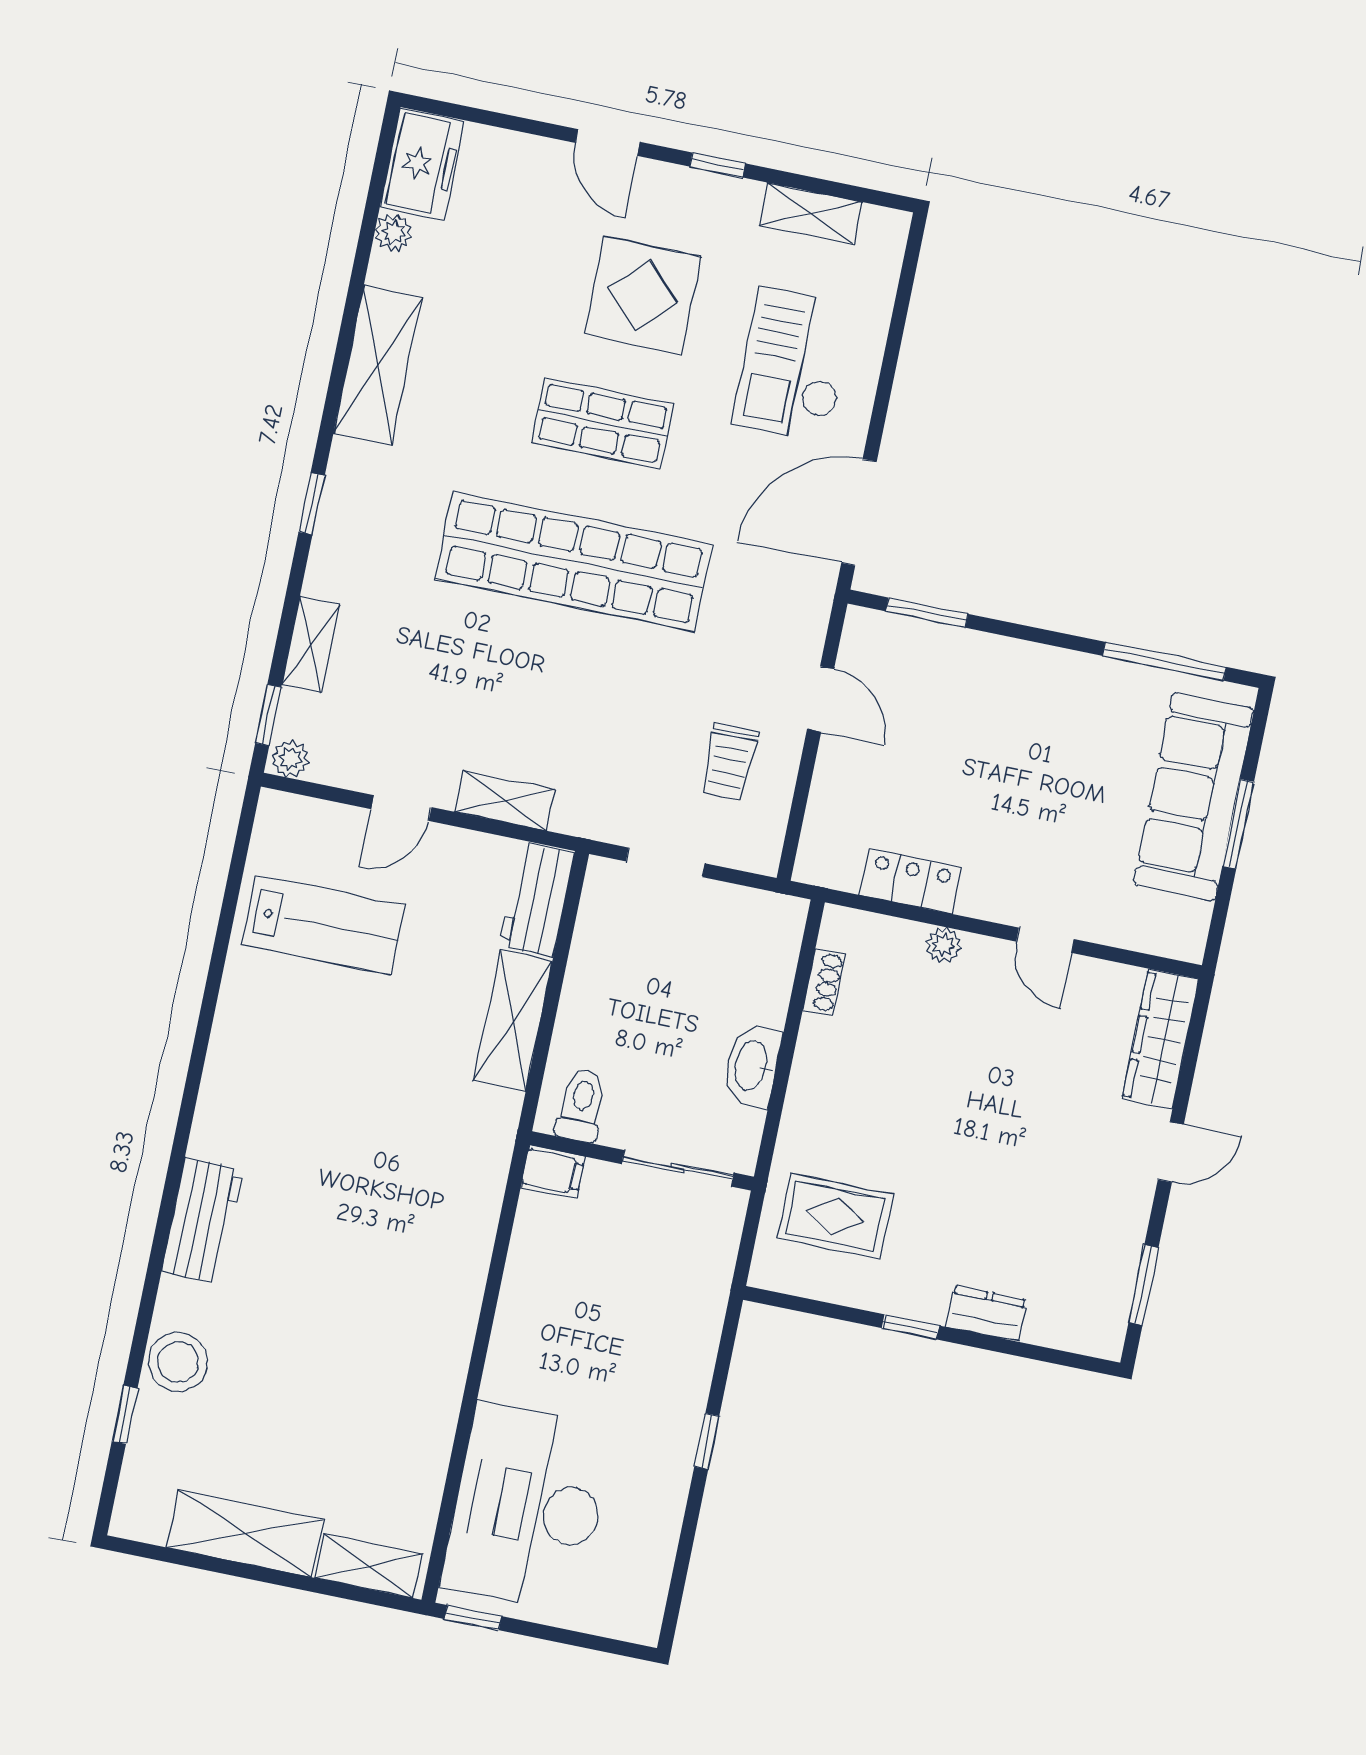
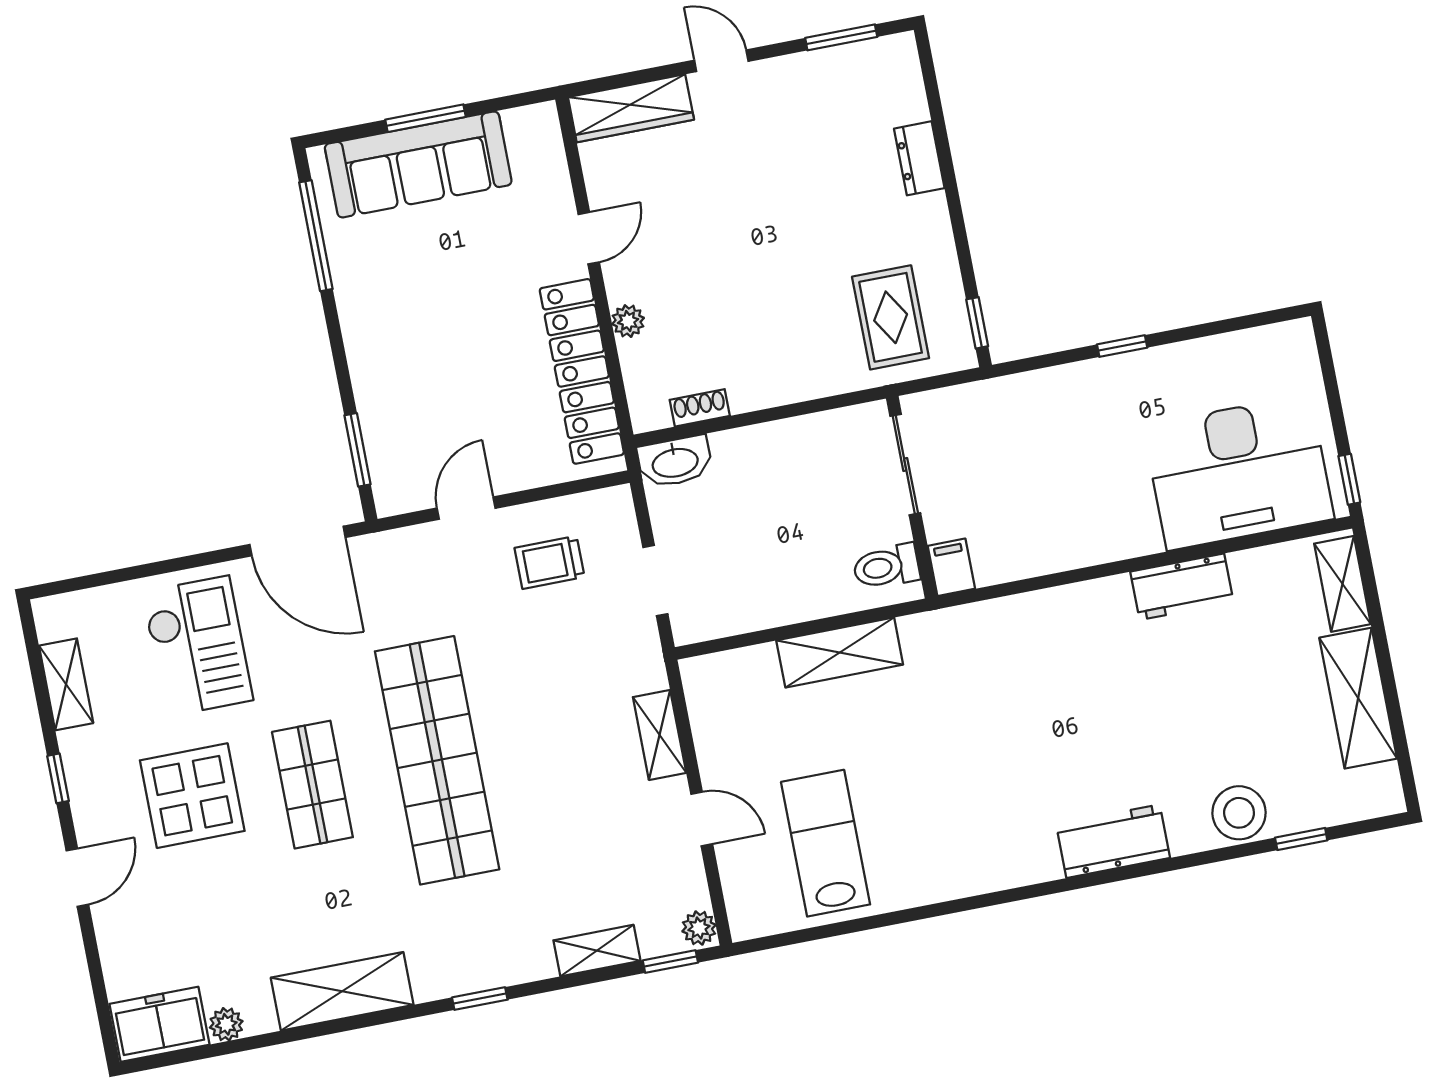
checkout: (794, 364) -> (197, 646), turned -90
trolley: (729, 762) -> (550, 562), turned 180
locker: (911, 881) -> (582, 371), width x2.16, depth x1.21
workbench: (537, 899) -> (1182, 587), moved
washbasin: (752, 1066) -> (675, 462), moved
window: (911, 1327) -> (977, 323), moved

